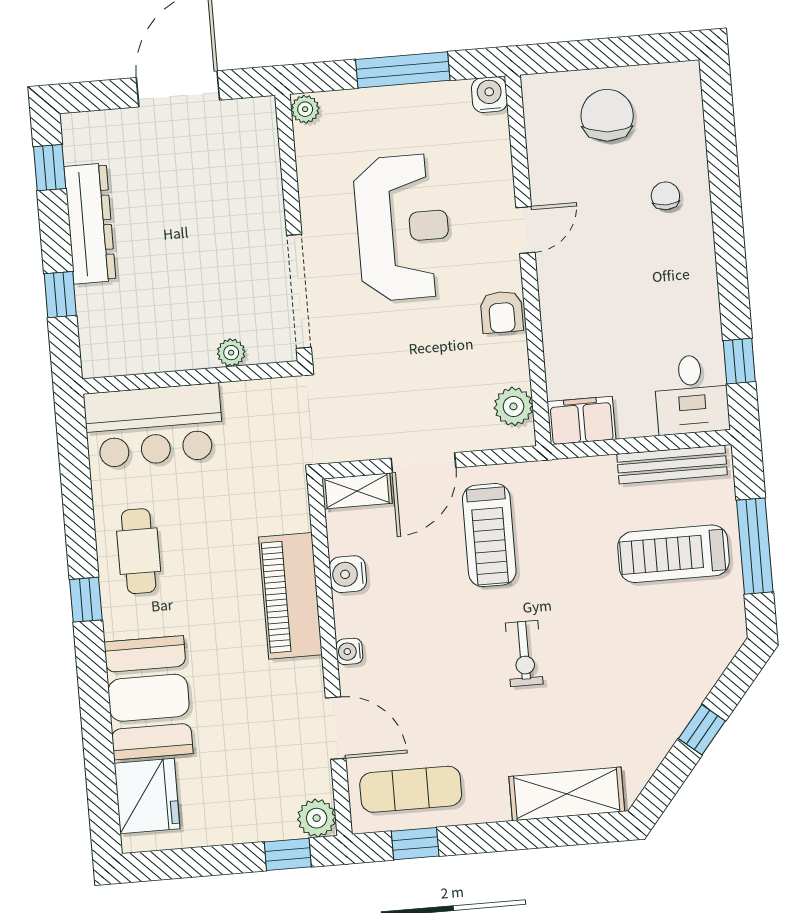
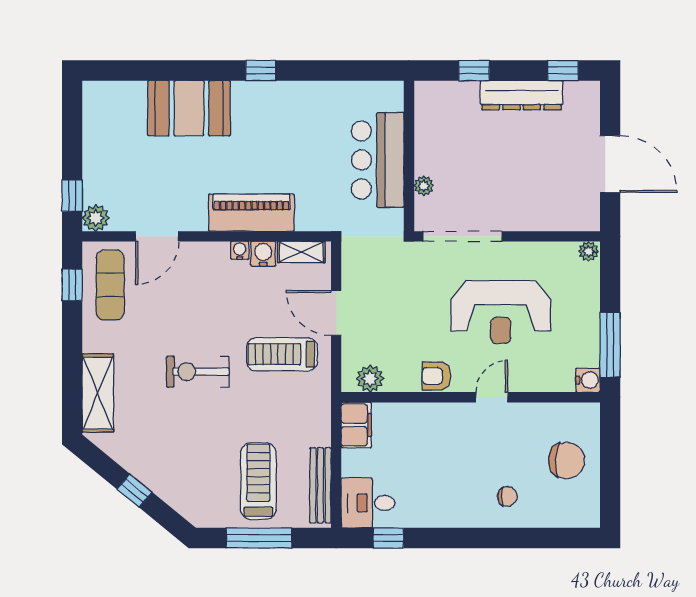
window: (403, 70) -> (610, 345), moved
door: (525, 230) -> (492, 397), swing flipped
bar counter: (154, 426) -> (378, 160), moved
shelving: (357, 491) -> (301, 252), moved, turned 90
cafe table: (139, 551) -> (291, 110), removed
water cooler: (349, 651) -> (240, 250), moved
exercise bike: (524, 653) -> (198, 372), width x1.38, depth x1.39
fridge: (147, 796) -> (121, 101), removed

